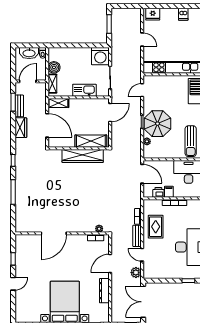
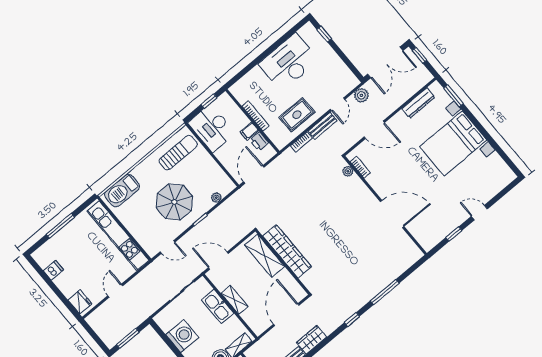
washing machine: (100, 56) -> (182, 336), moved
shelving: (58, 103) -> (234, 300), moved
parasol: (158, 124) -> (174, 202), moved
dresser: (104, 291) -> (418, 103), moved

